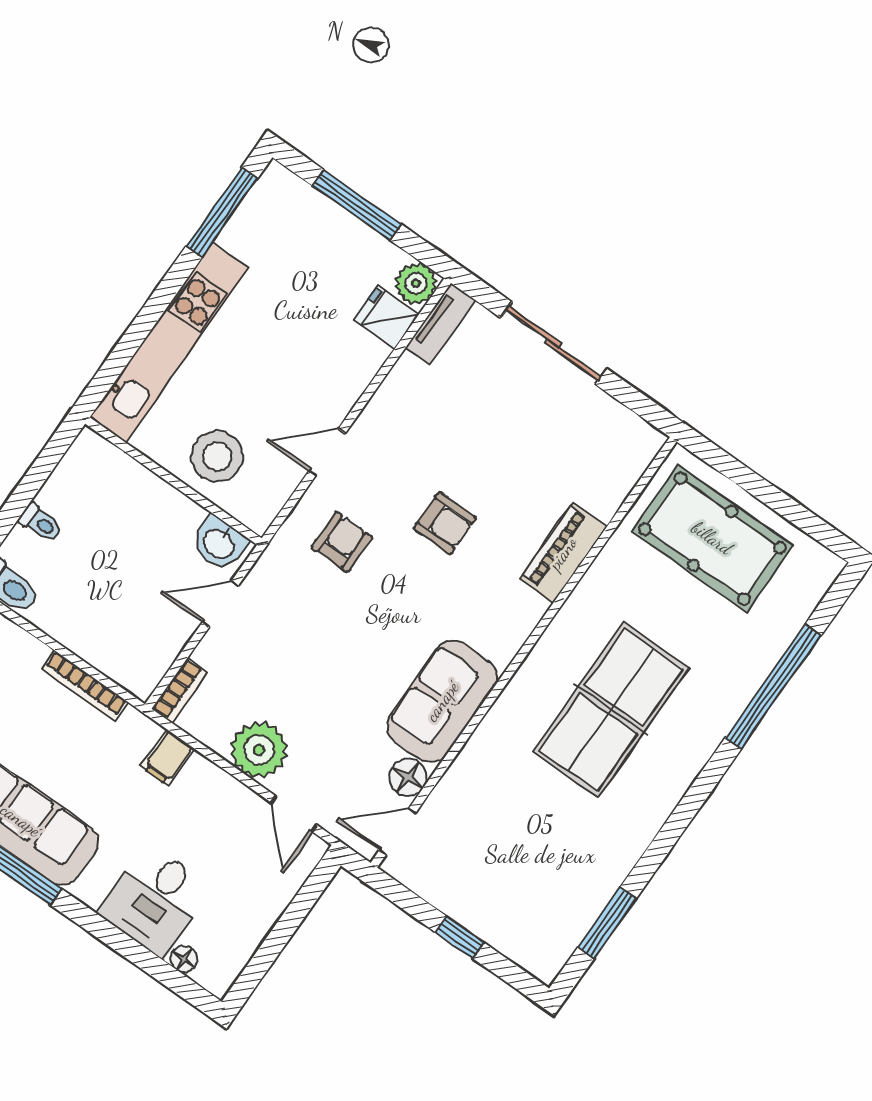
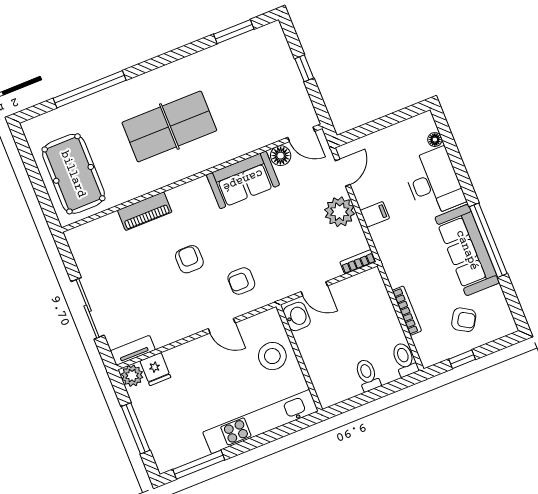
toilet: (41, 523) -> (367, 375), width x1.37, depth x1.39
bookcase: (85, 686) -> (407, 311), moved
filing cabinet: (168, 758) -> (375, 214), moved
desk: (155, 900) -> (434, 182), width x1.37

